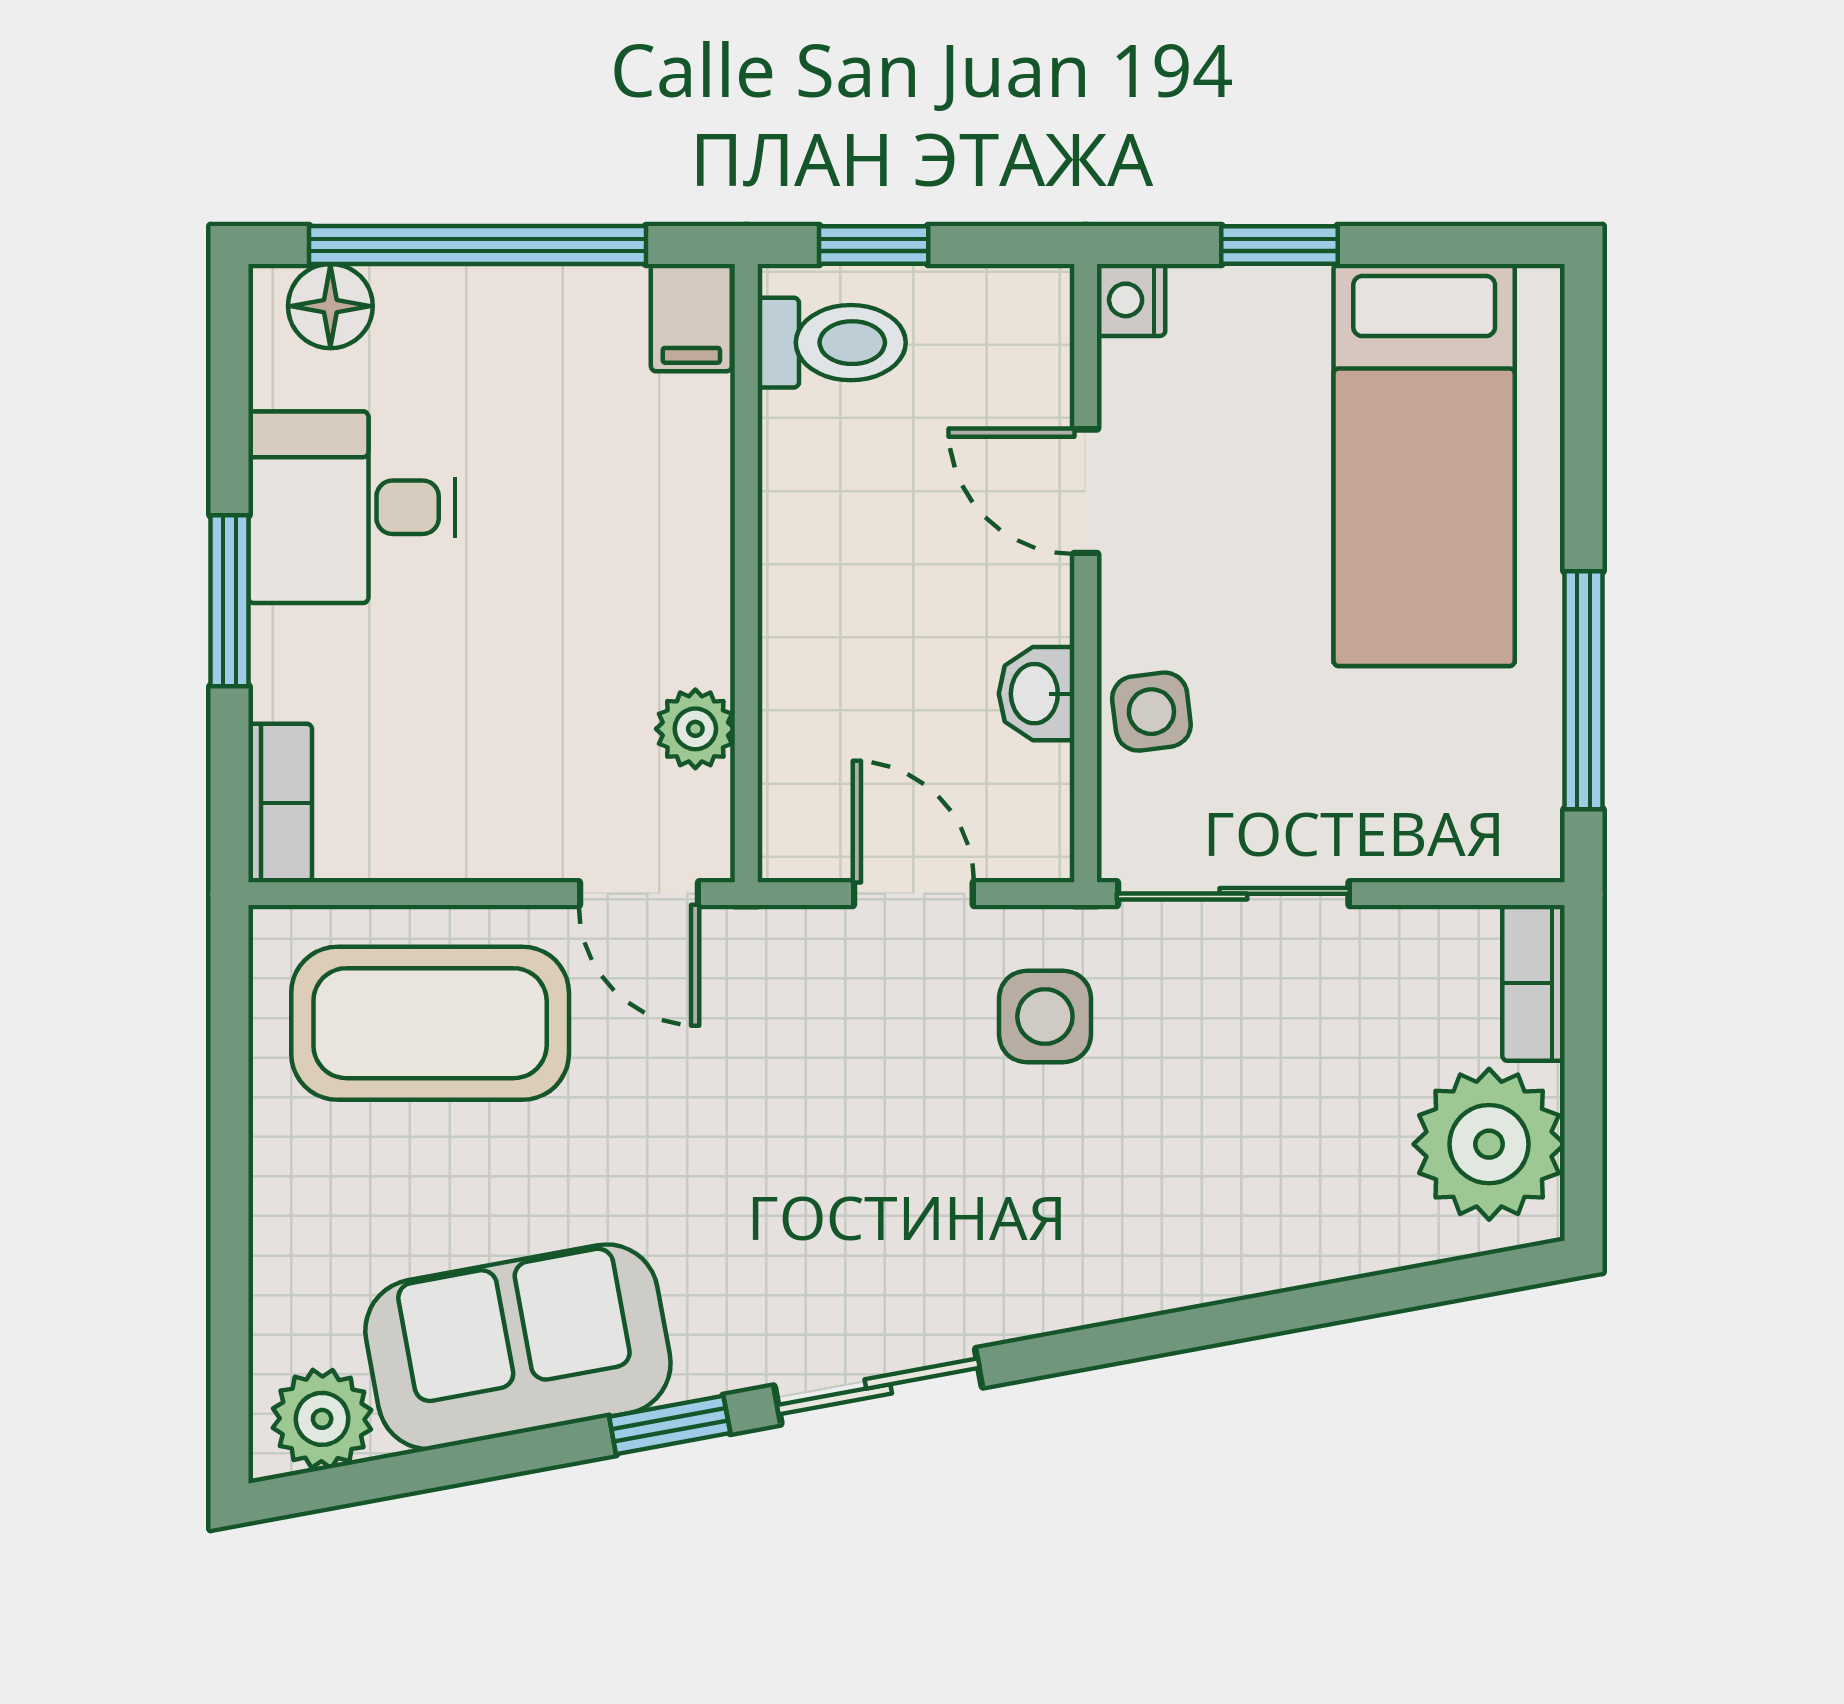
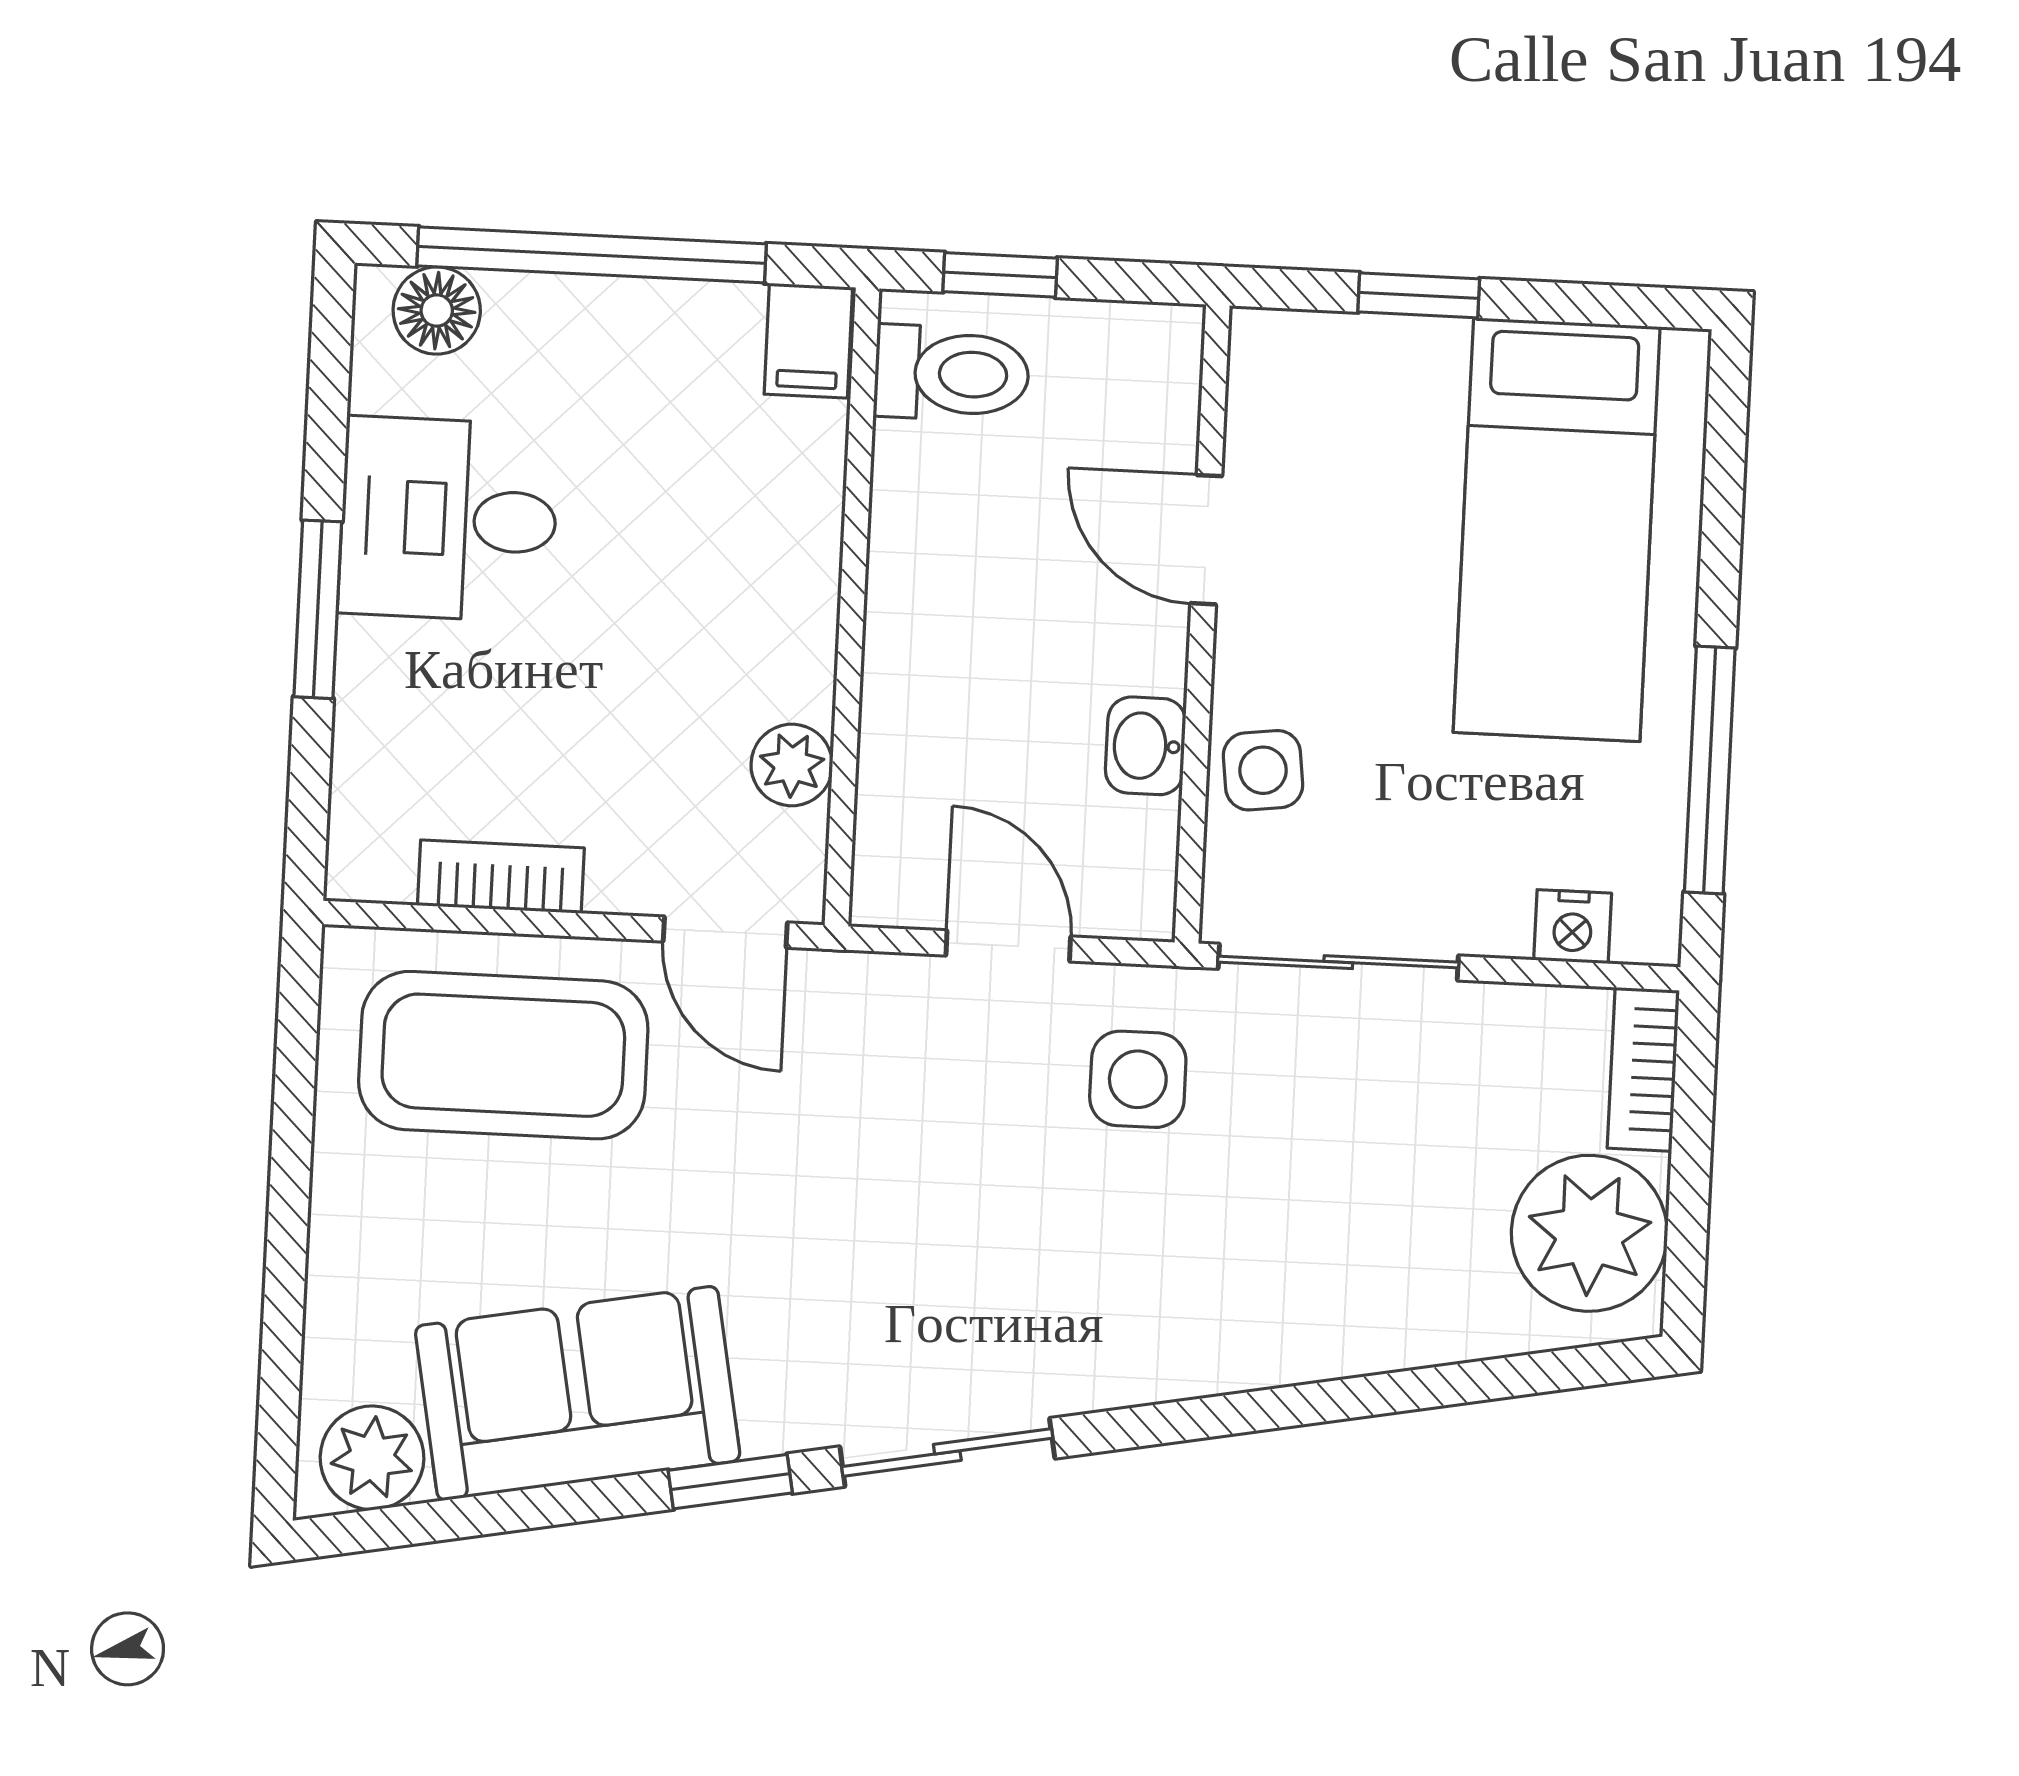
nightstand: (1131, 300) -> (1573, 927), moved, turned -90
bookcase: (280, 803) -> (501, 877), moved, turned -90

